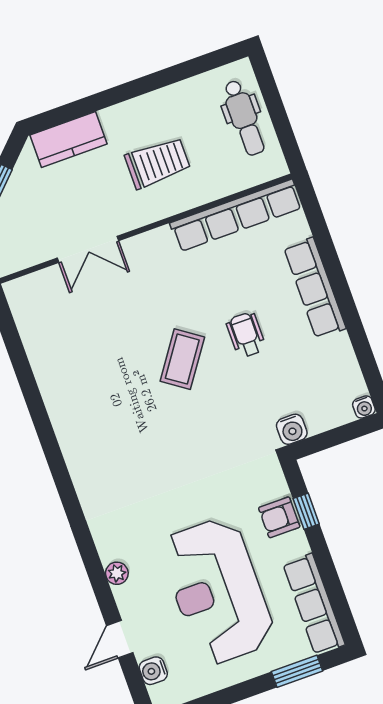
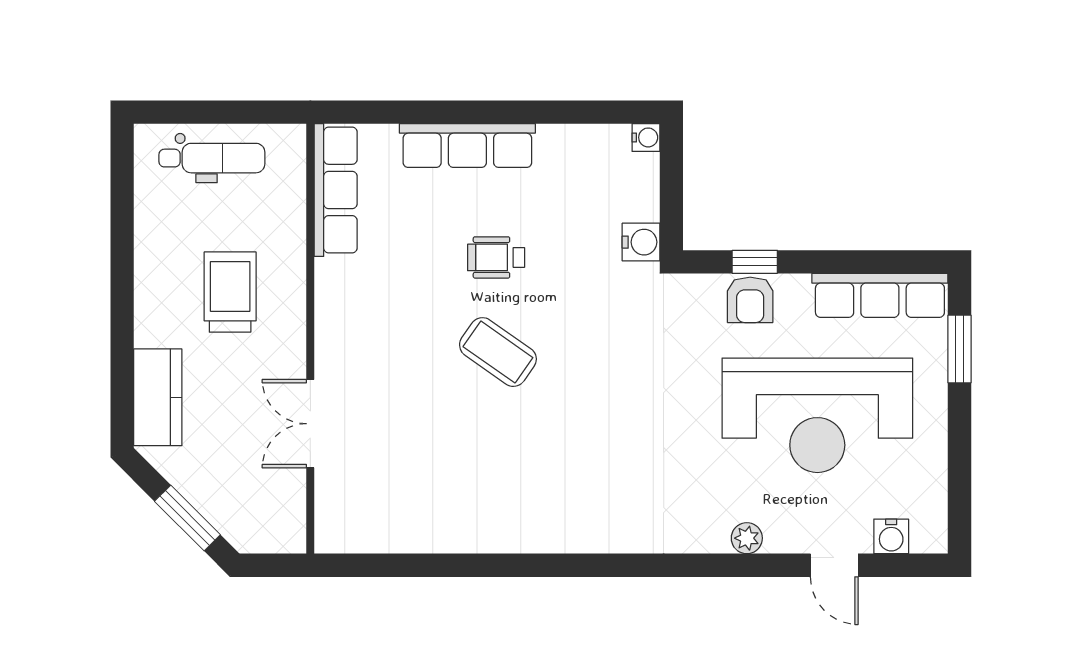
row of seats: (236, 215) -> (336, 190), width x0.73
double door: (88, 249) -> (310, 424), swing flipped

